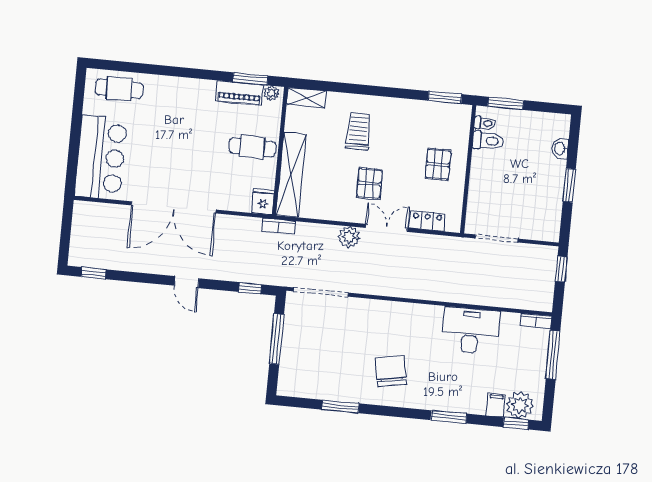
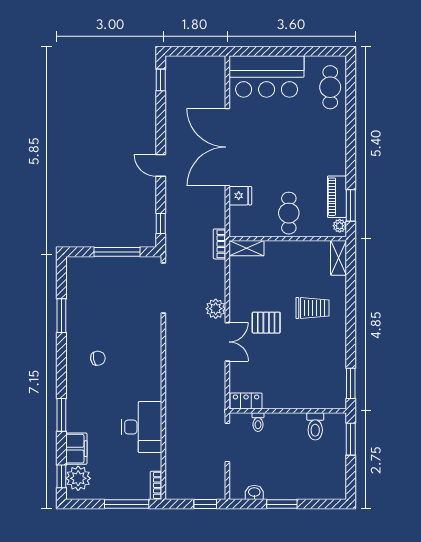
toilet: (485, 123) -> (258, 422), moved
washbasin: (560, 148) -> (254, 492), moved
pallet: (438, 164) -> (289, 383), removed
shelving: (291, 175) -> (246, 248), width x0.45, depth x0.75
fridge: (263, 202) -> (240, 196), moved
locker: (427, 221) -> (246, 401), moved, turned -90
door: (187, 282) -> (161, 165), hinge flipped
chair: (391, 371) -> (98, 358), width x0.54, depth x0.54
filing cabinet: (496, 405) -> (76, 449), width x2.00

